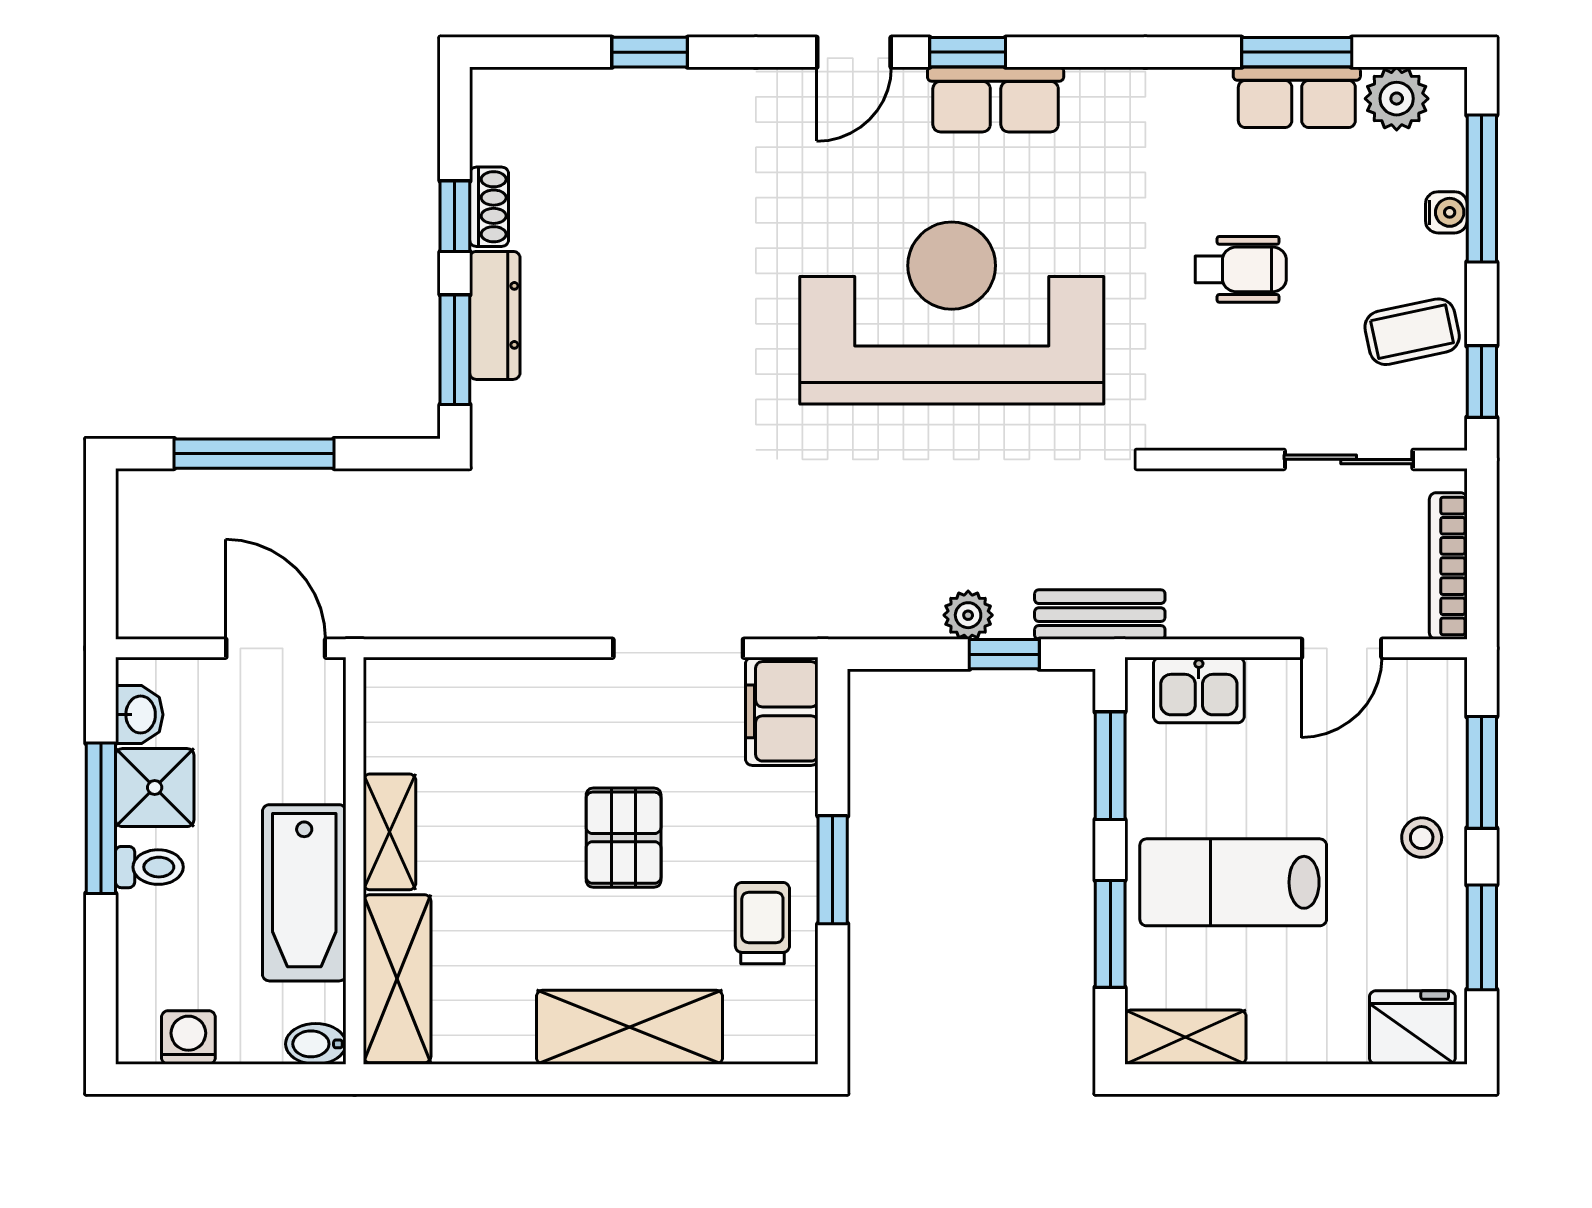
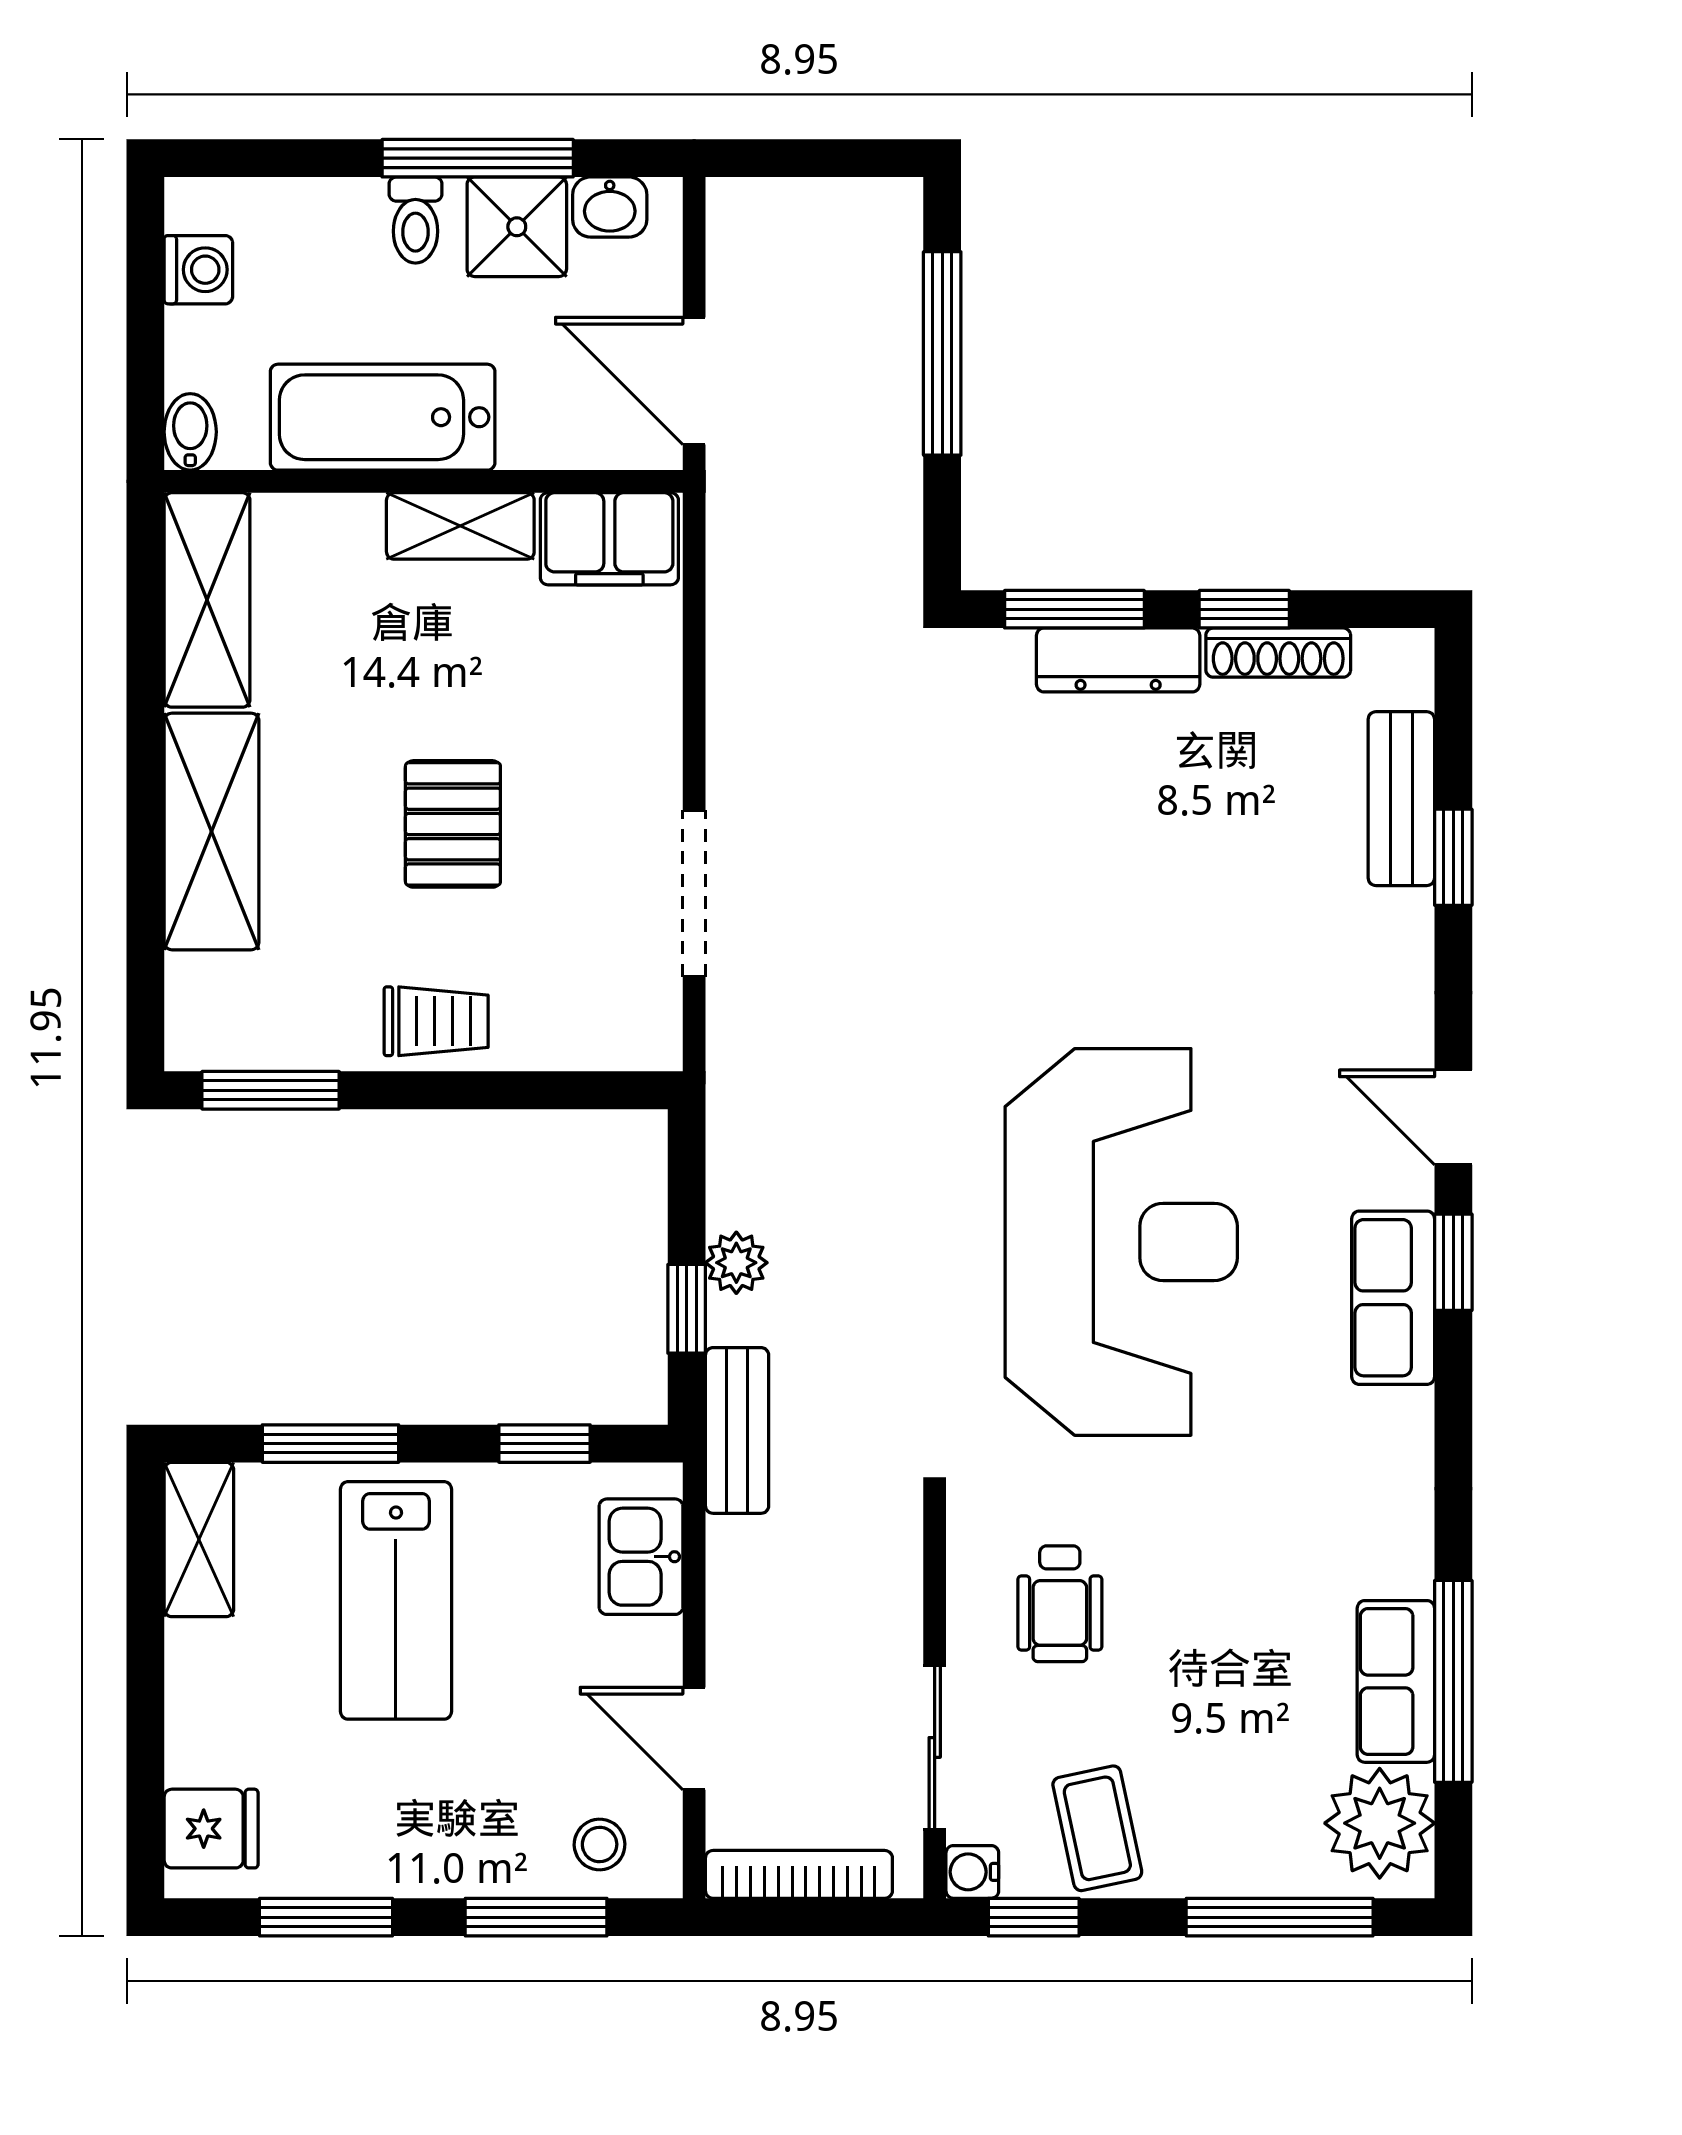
window: (1297, 52) -> (1453, 1681), width x1.44
bench: (604, 93) -> (1401, 799), added
plant: (1397, 99) -> (1380, 1823), width x1.36, depth x1.36
shoe rack: (489, 207) -> (1278, 653), width x1.43
water cooler: (1446, 212) -> (972, 1872), moved, turned 90
wheelchair: (1241, 269) -> (1060, 1604), moved
door: (276, 648) -> (694, 381), swing flipped
filing cabinet: (782, 711) -> (609, 539), moved, turned 180
window: (1110, 766) -> (545, 1444), width x0.67
pallet: (624, 838) -> (453, 824), turned 90
stool: (1422, 838) -> (600, 1844), moved
window: (833, 870) -> (271, 1090), moved
lab bench: (1233, 882) -> (396, 1600), turned 180
trolley: (762, 923) -> (436, 1021), moved
shelving: (397, 979) -> (207, 600), moved, turned 90
fridge: (1412, 1027) -> (211, 1829), width x0.72

